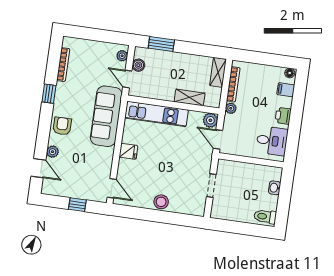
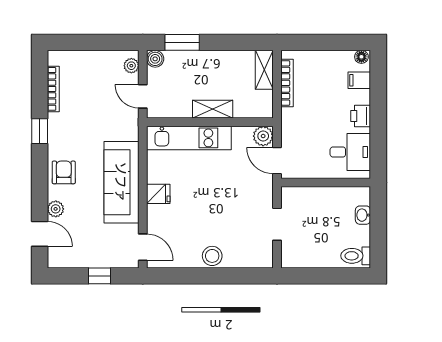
boiler: (138, 65) -> (155, 59), moved
shelving: (190, 97) -> (213, 109), moved
plant: (231, 108) -> (288, 116), removed
sofa: (106, 116) -> (121, 182), moved

